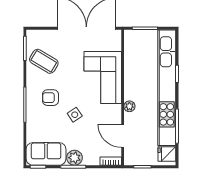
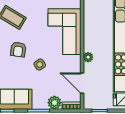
armchair: (50, 98) -> (18, 49), turned -82
plant: (75, 158) -> (54, 103), moved

